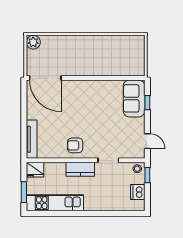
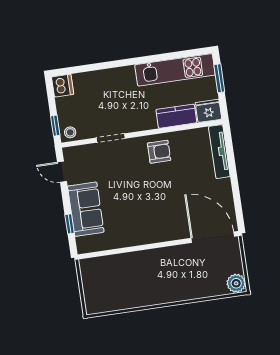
sofa: (134, 98) -> (86, 209), moved
kitchen counter: (80, 169) -> (176, 116), moved
dishwasher: (138, 192) -> (63, 86), moved

